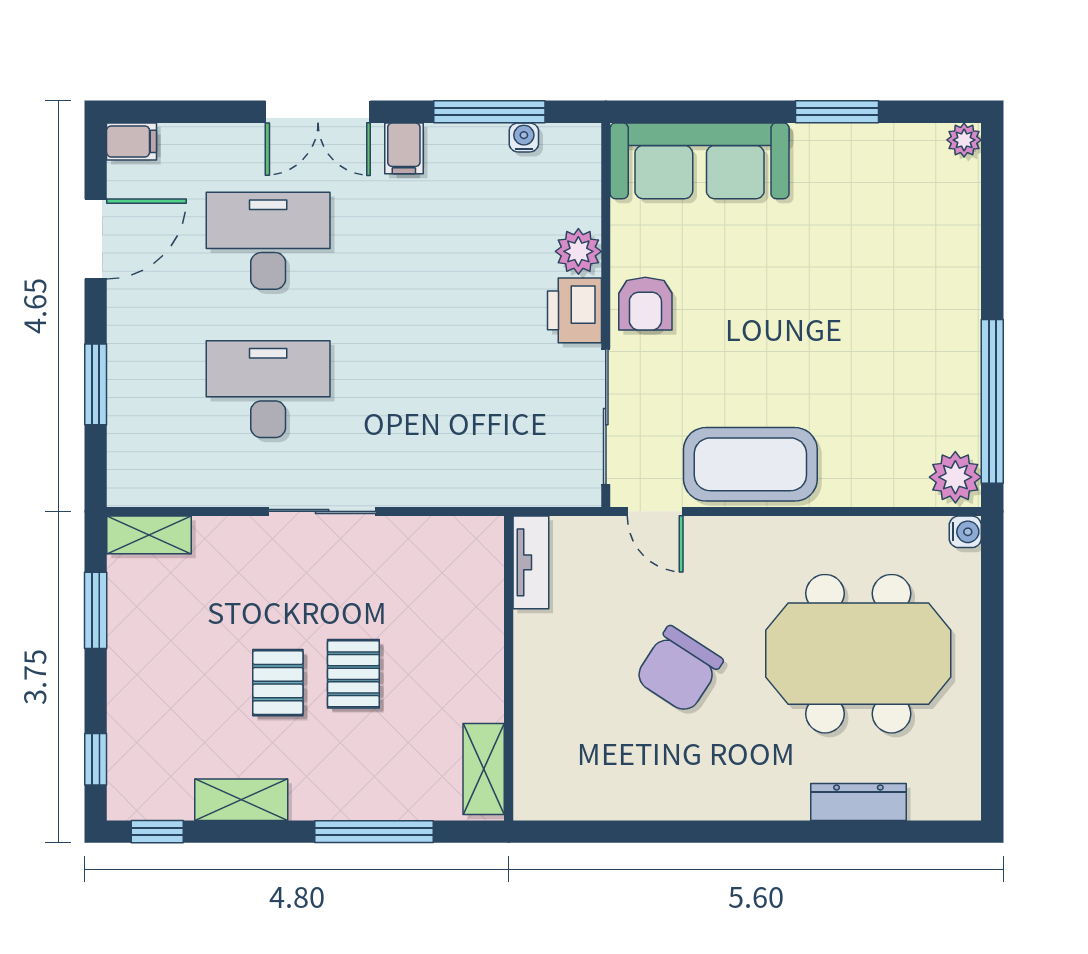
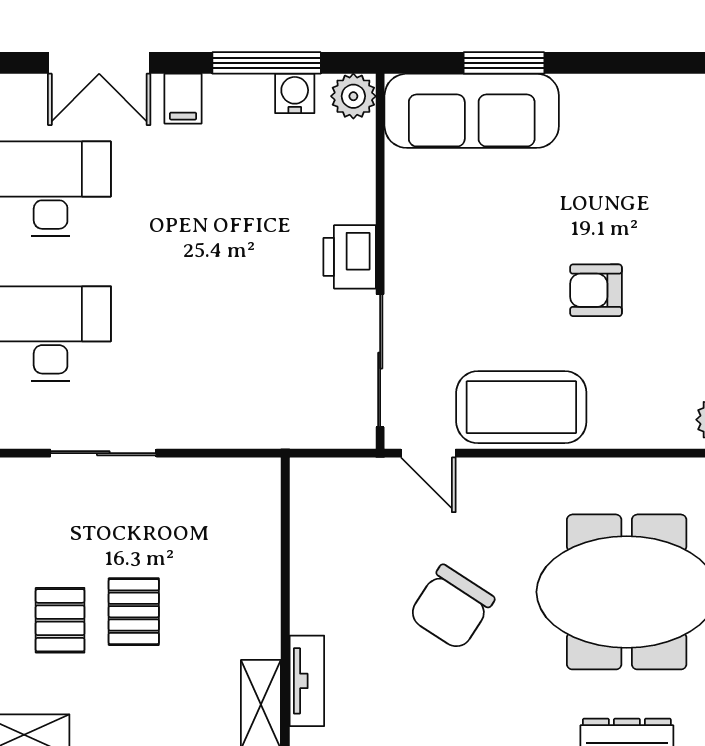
window: (837, 112) -> (504, 63), moved
water cooler: (524, 137) -> (295, 93), width x1.38, depth x1.38
plant: (578, 251) -> (353, 96), moved
armchair: (645, 304) -> (596, 290), moved, turned 90
tv unit: (531, 562) -> (307, 681), moved

